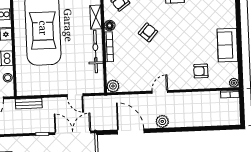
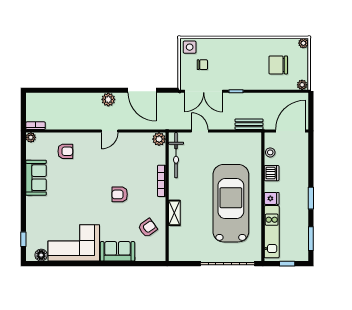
floor lamp: (110, 26) -> (160, 203), removed
armchair: (148, 32) -> (120, 194), turned 49
bicycle: (96, 51) -> (176, 155), moved

